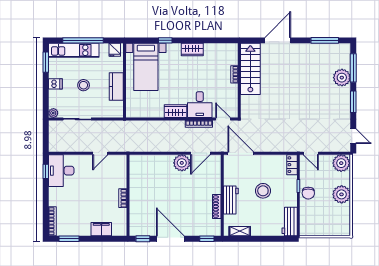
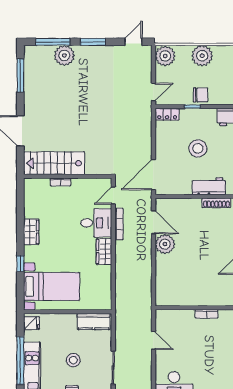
kitchen counter: (116, 87) -> (94, 322), moved

